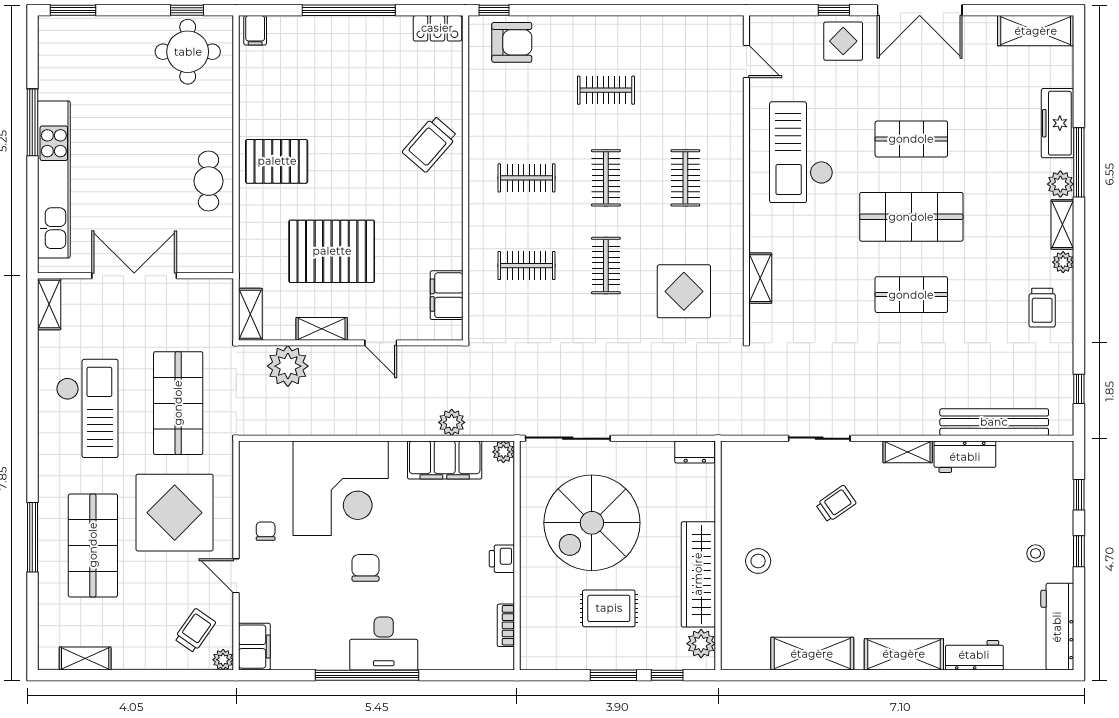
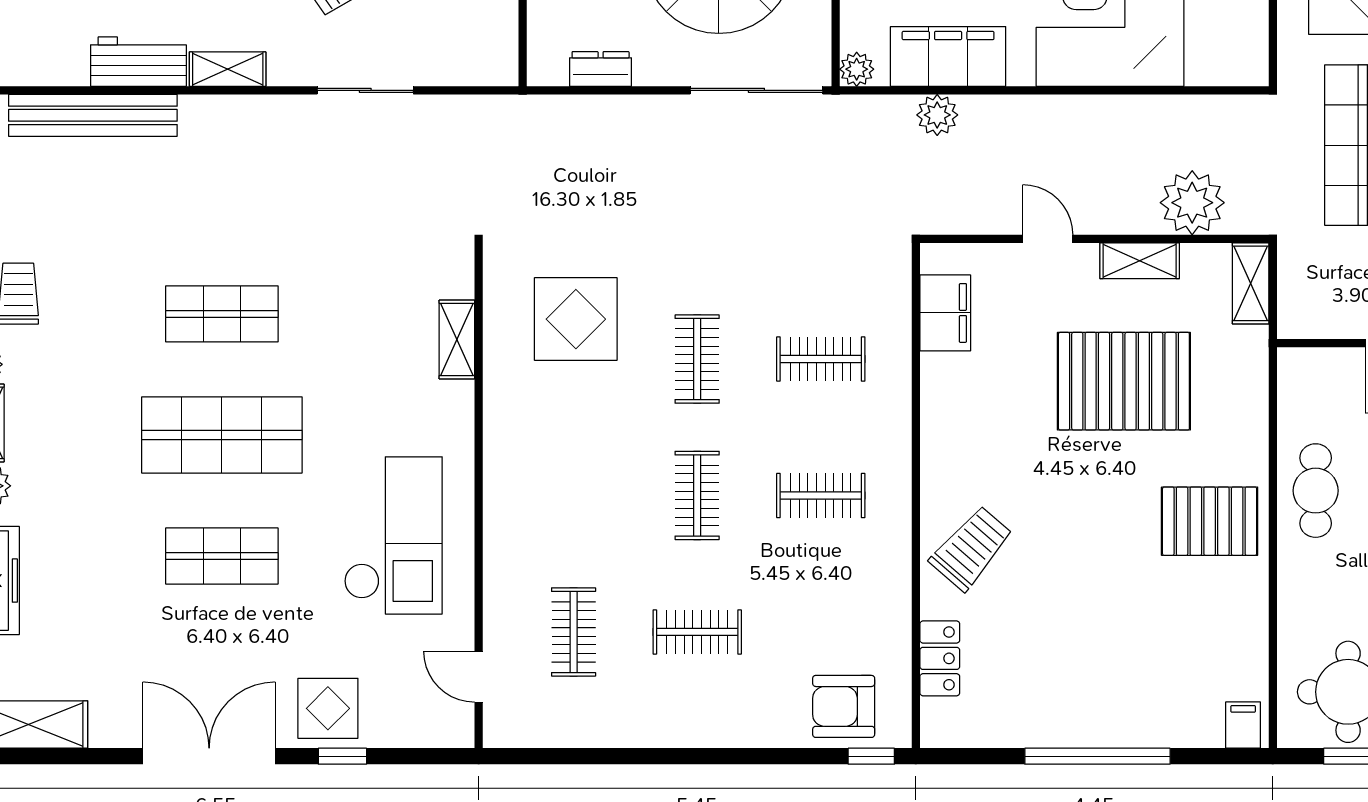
locker: (437, 28) -> (940, 658), moved, turned 90
clothes rail: (685, 178) -> (574, 632), moved
dresser: (695, 452) -> (601, 69), moved

